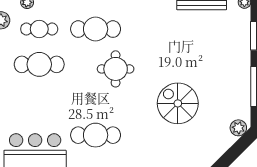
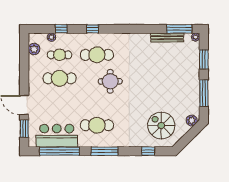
spiral stairs: (178, 103) -> (161, 125), moved

